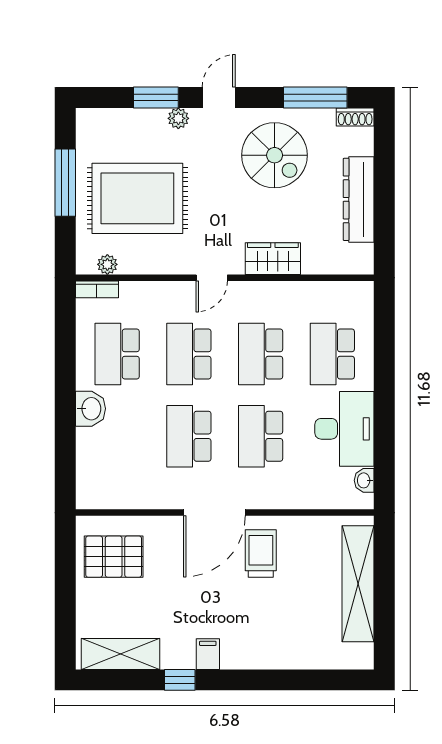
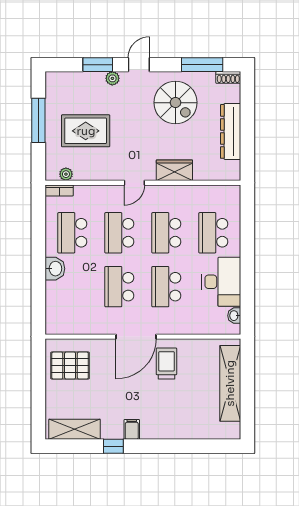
rug: (137, 198) -> (86, 131), width x0.73, depth x0.69

